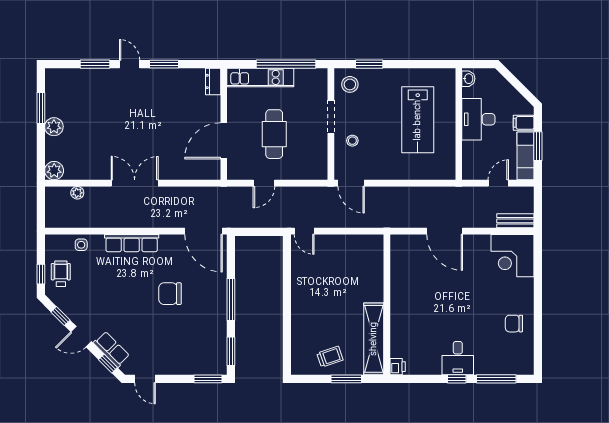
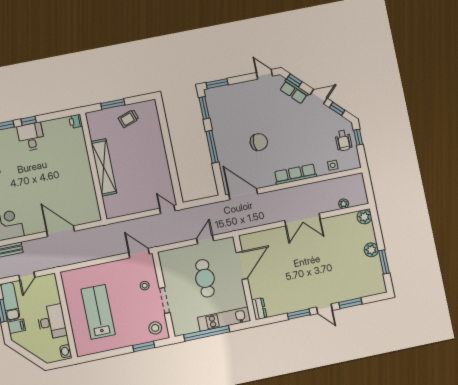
shelving: (374, 339) -> (104, 167), moved

